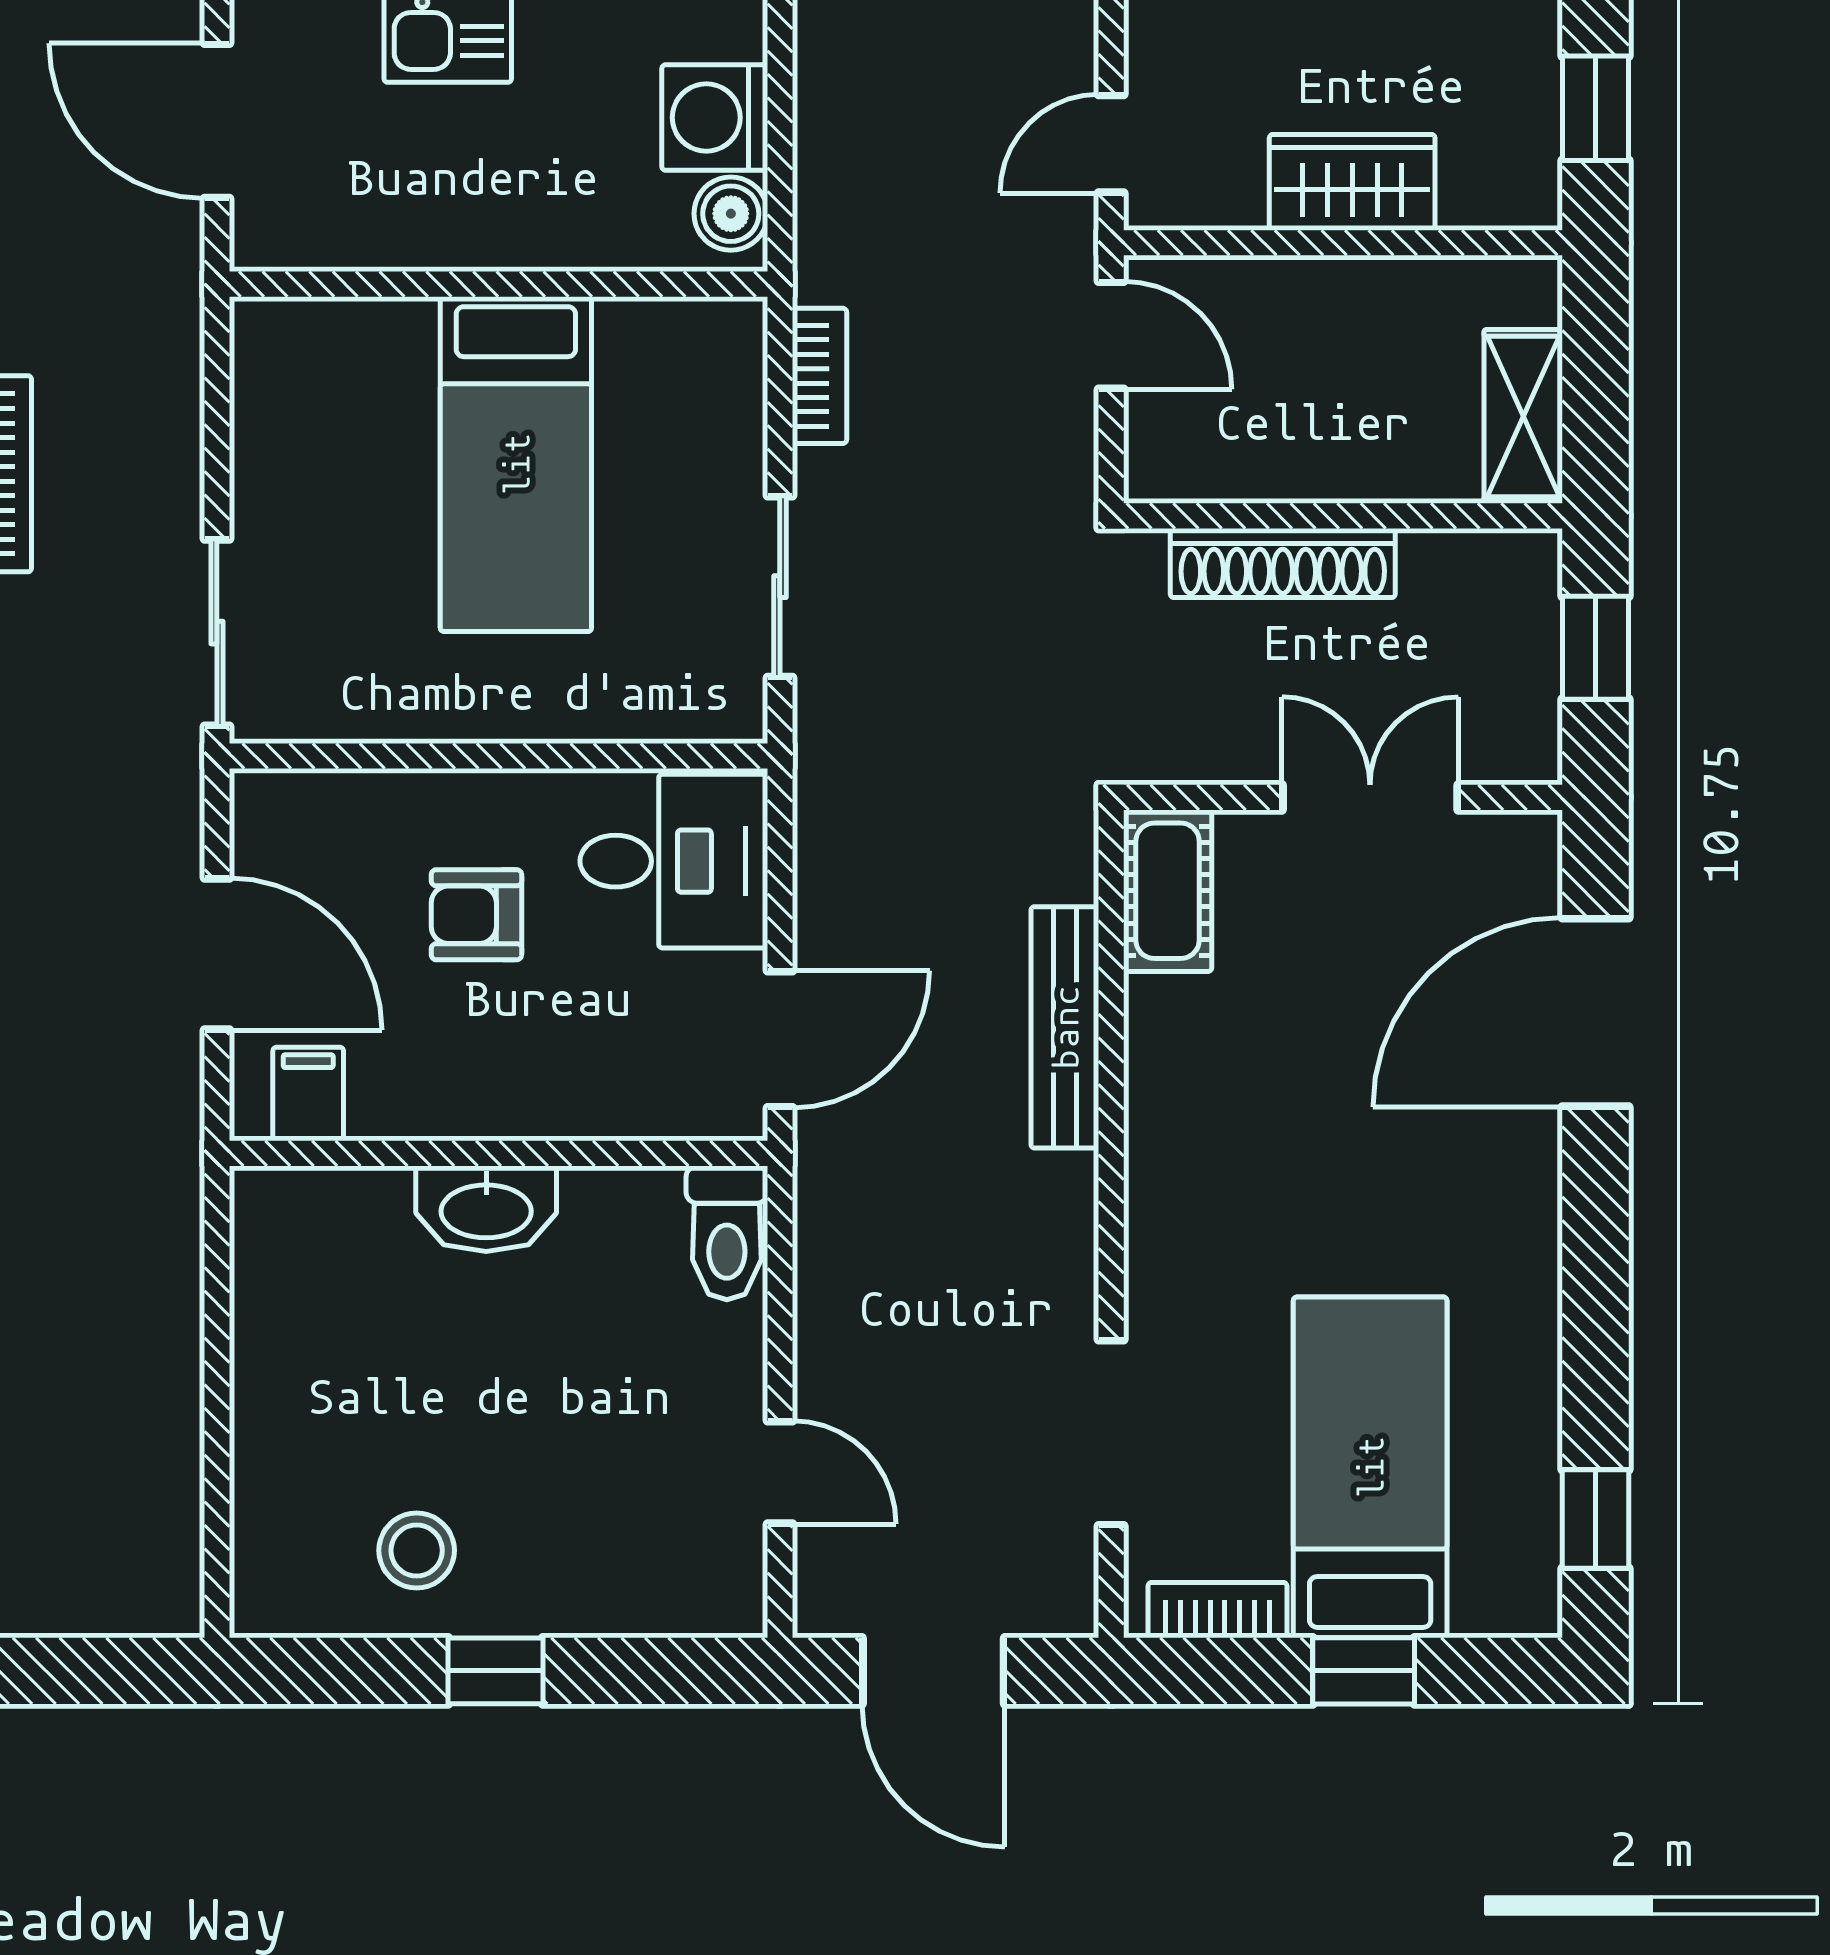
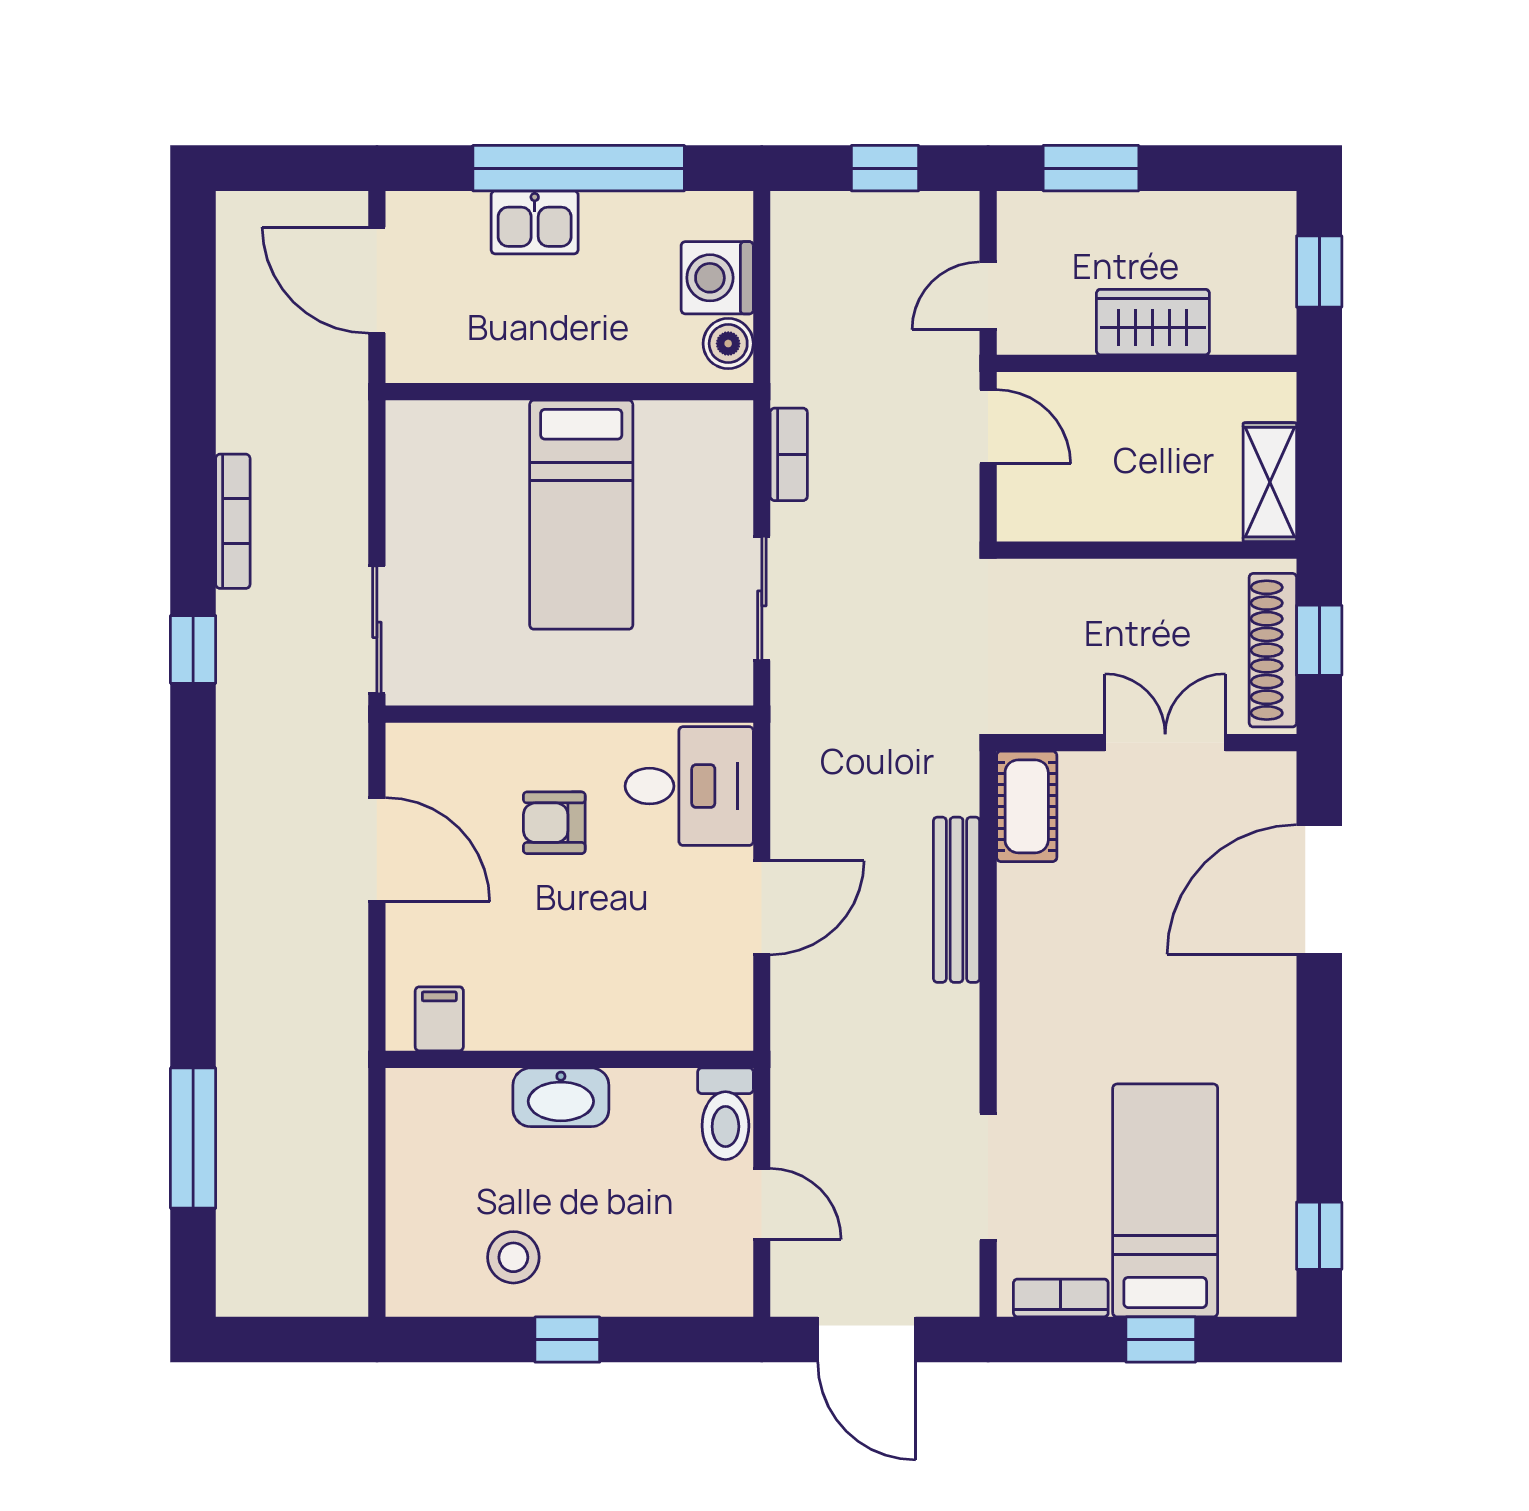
shoe rack: (1283, 563) -> (1273, 650), moved, turned 90
filing cabinet: (308, 1094) -> (439, 1019), moved
wall: (498, 1153) -> (569, 1059), moved
washbasin: (486, 1209) -> (561, 1097), moved
toilet: (727, 1233) -> (725, 1114), moved

